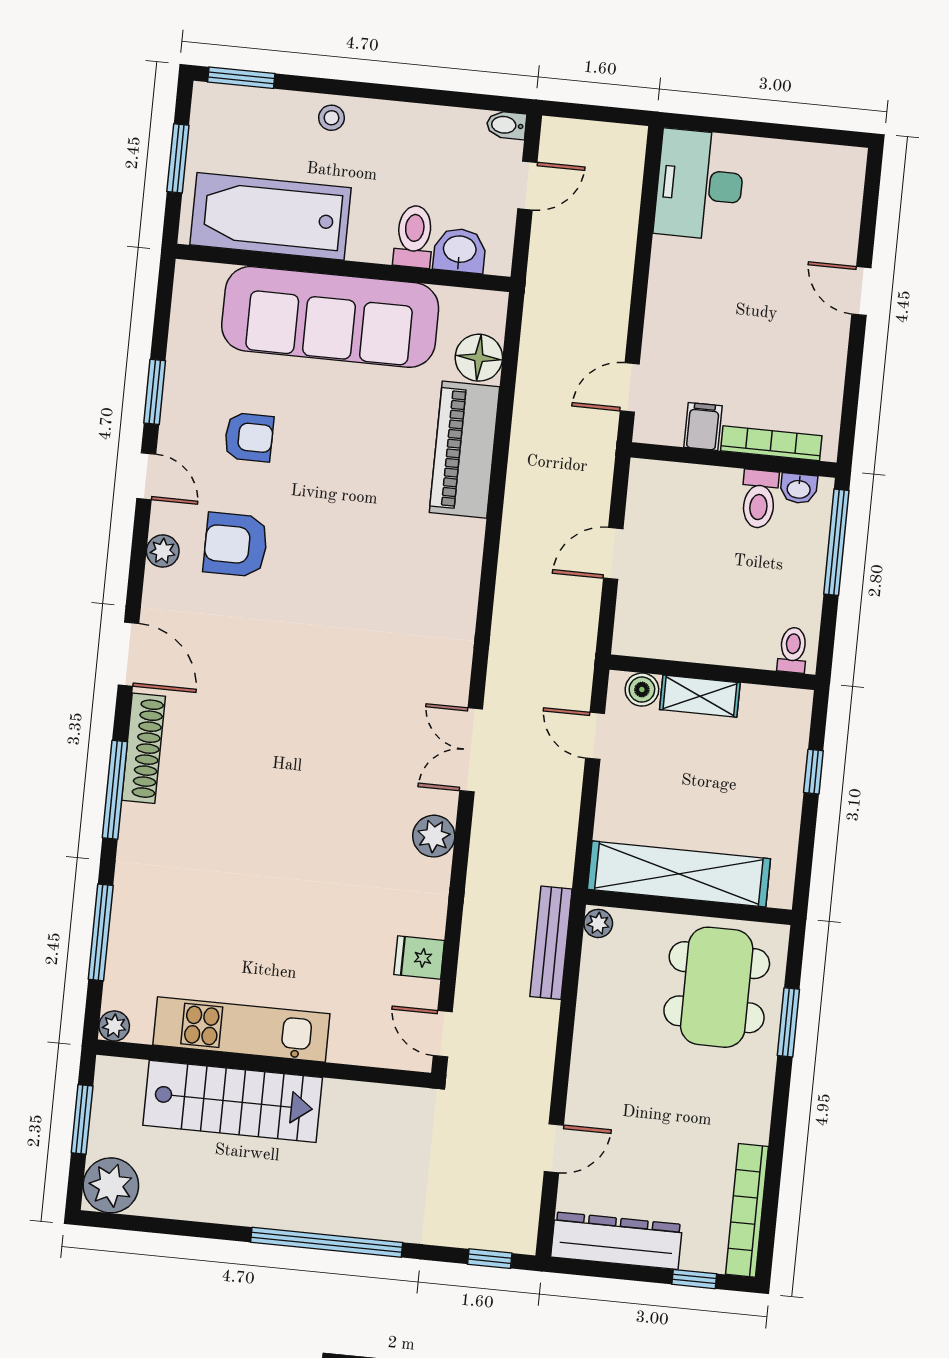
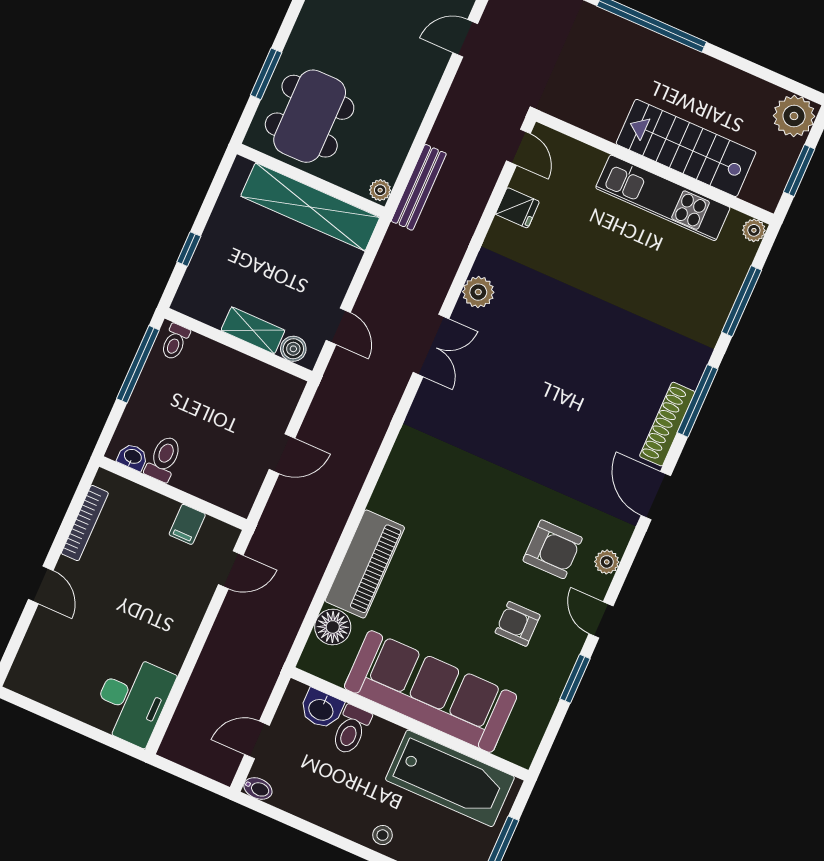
bookcase: (771, 443) -> (85, 523), moved, turned -90
window: (836, 542) -> (138, 364), moved

